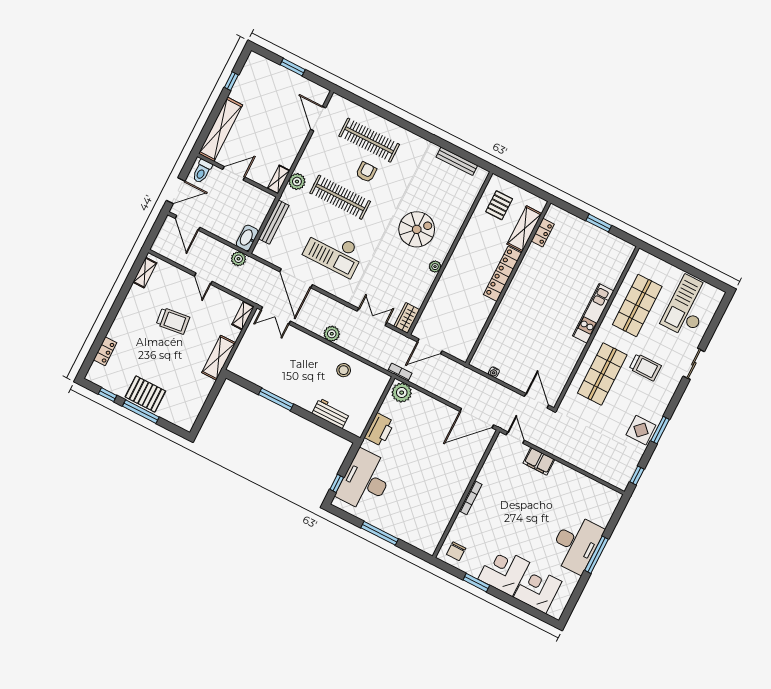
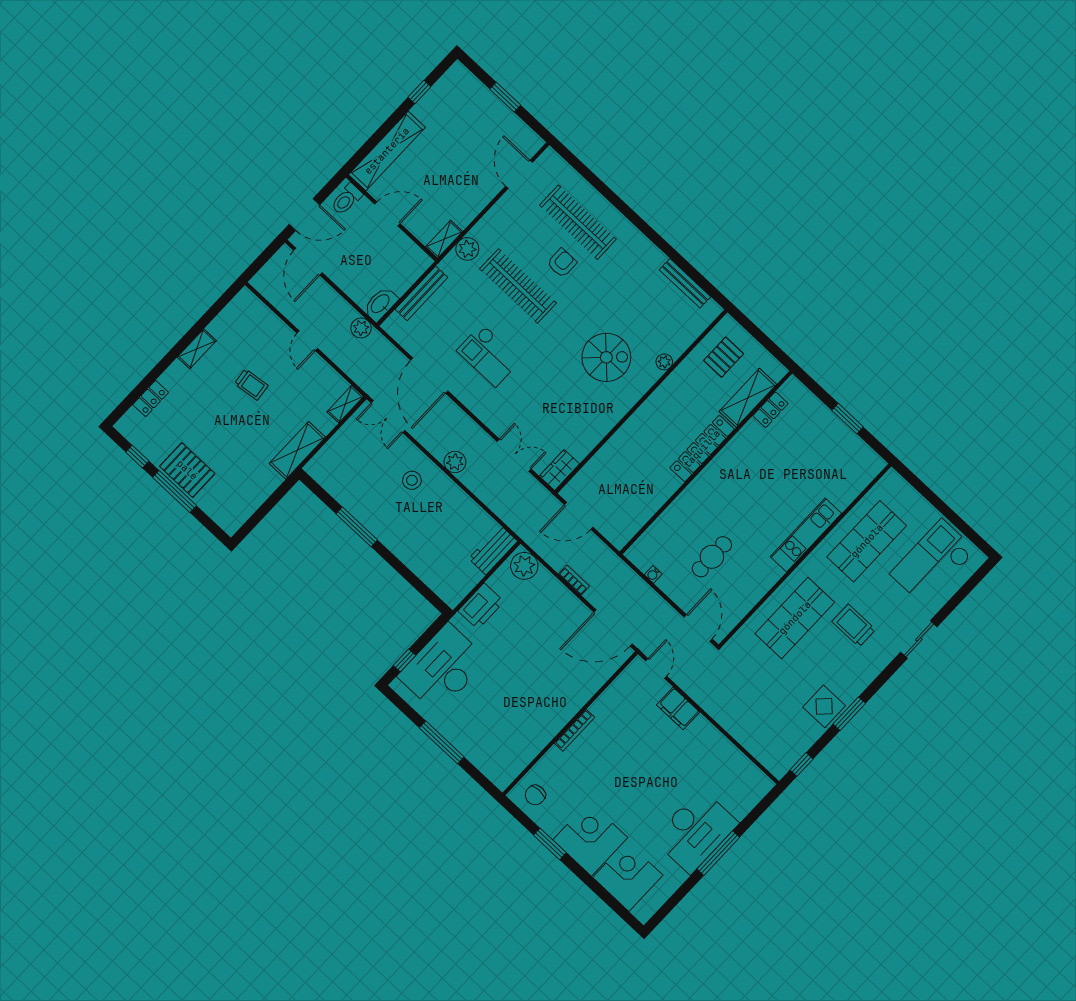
checkout: (334, 252) -> (489, 355), width x0.73, depth x0.83
plant: (435, 267) -> (664, 362), moved
shelving: (145, 273) -> (197, 349), moved
trolley: (173, 321) -> (251, 385), width x0.73, depth x0.72
cafe table: (532, 348) -> (712, 557), added
trolley: (645, 367) -> (854, 626), turned 180
stool: (344, 370) -> (412, 480), moved
bookcase: (400, 372) -> (574, 580), moved
workbench: (331, 413) -> (493, 550), moved, turned -90

